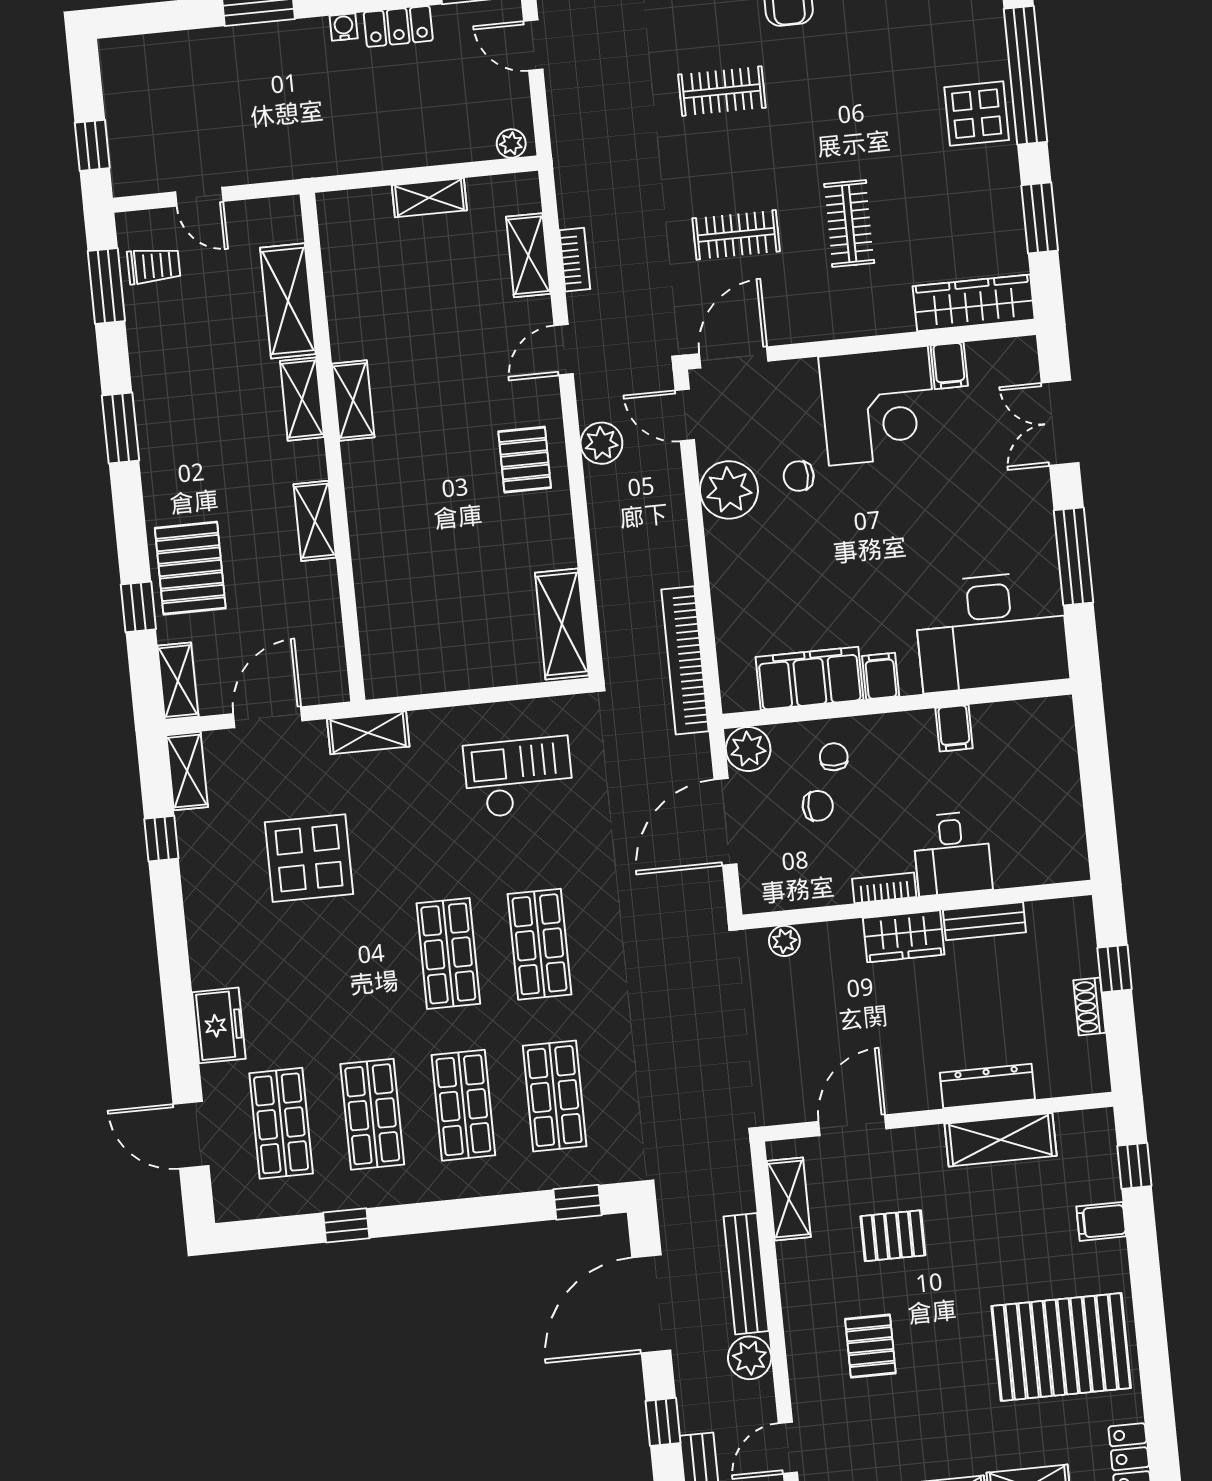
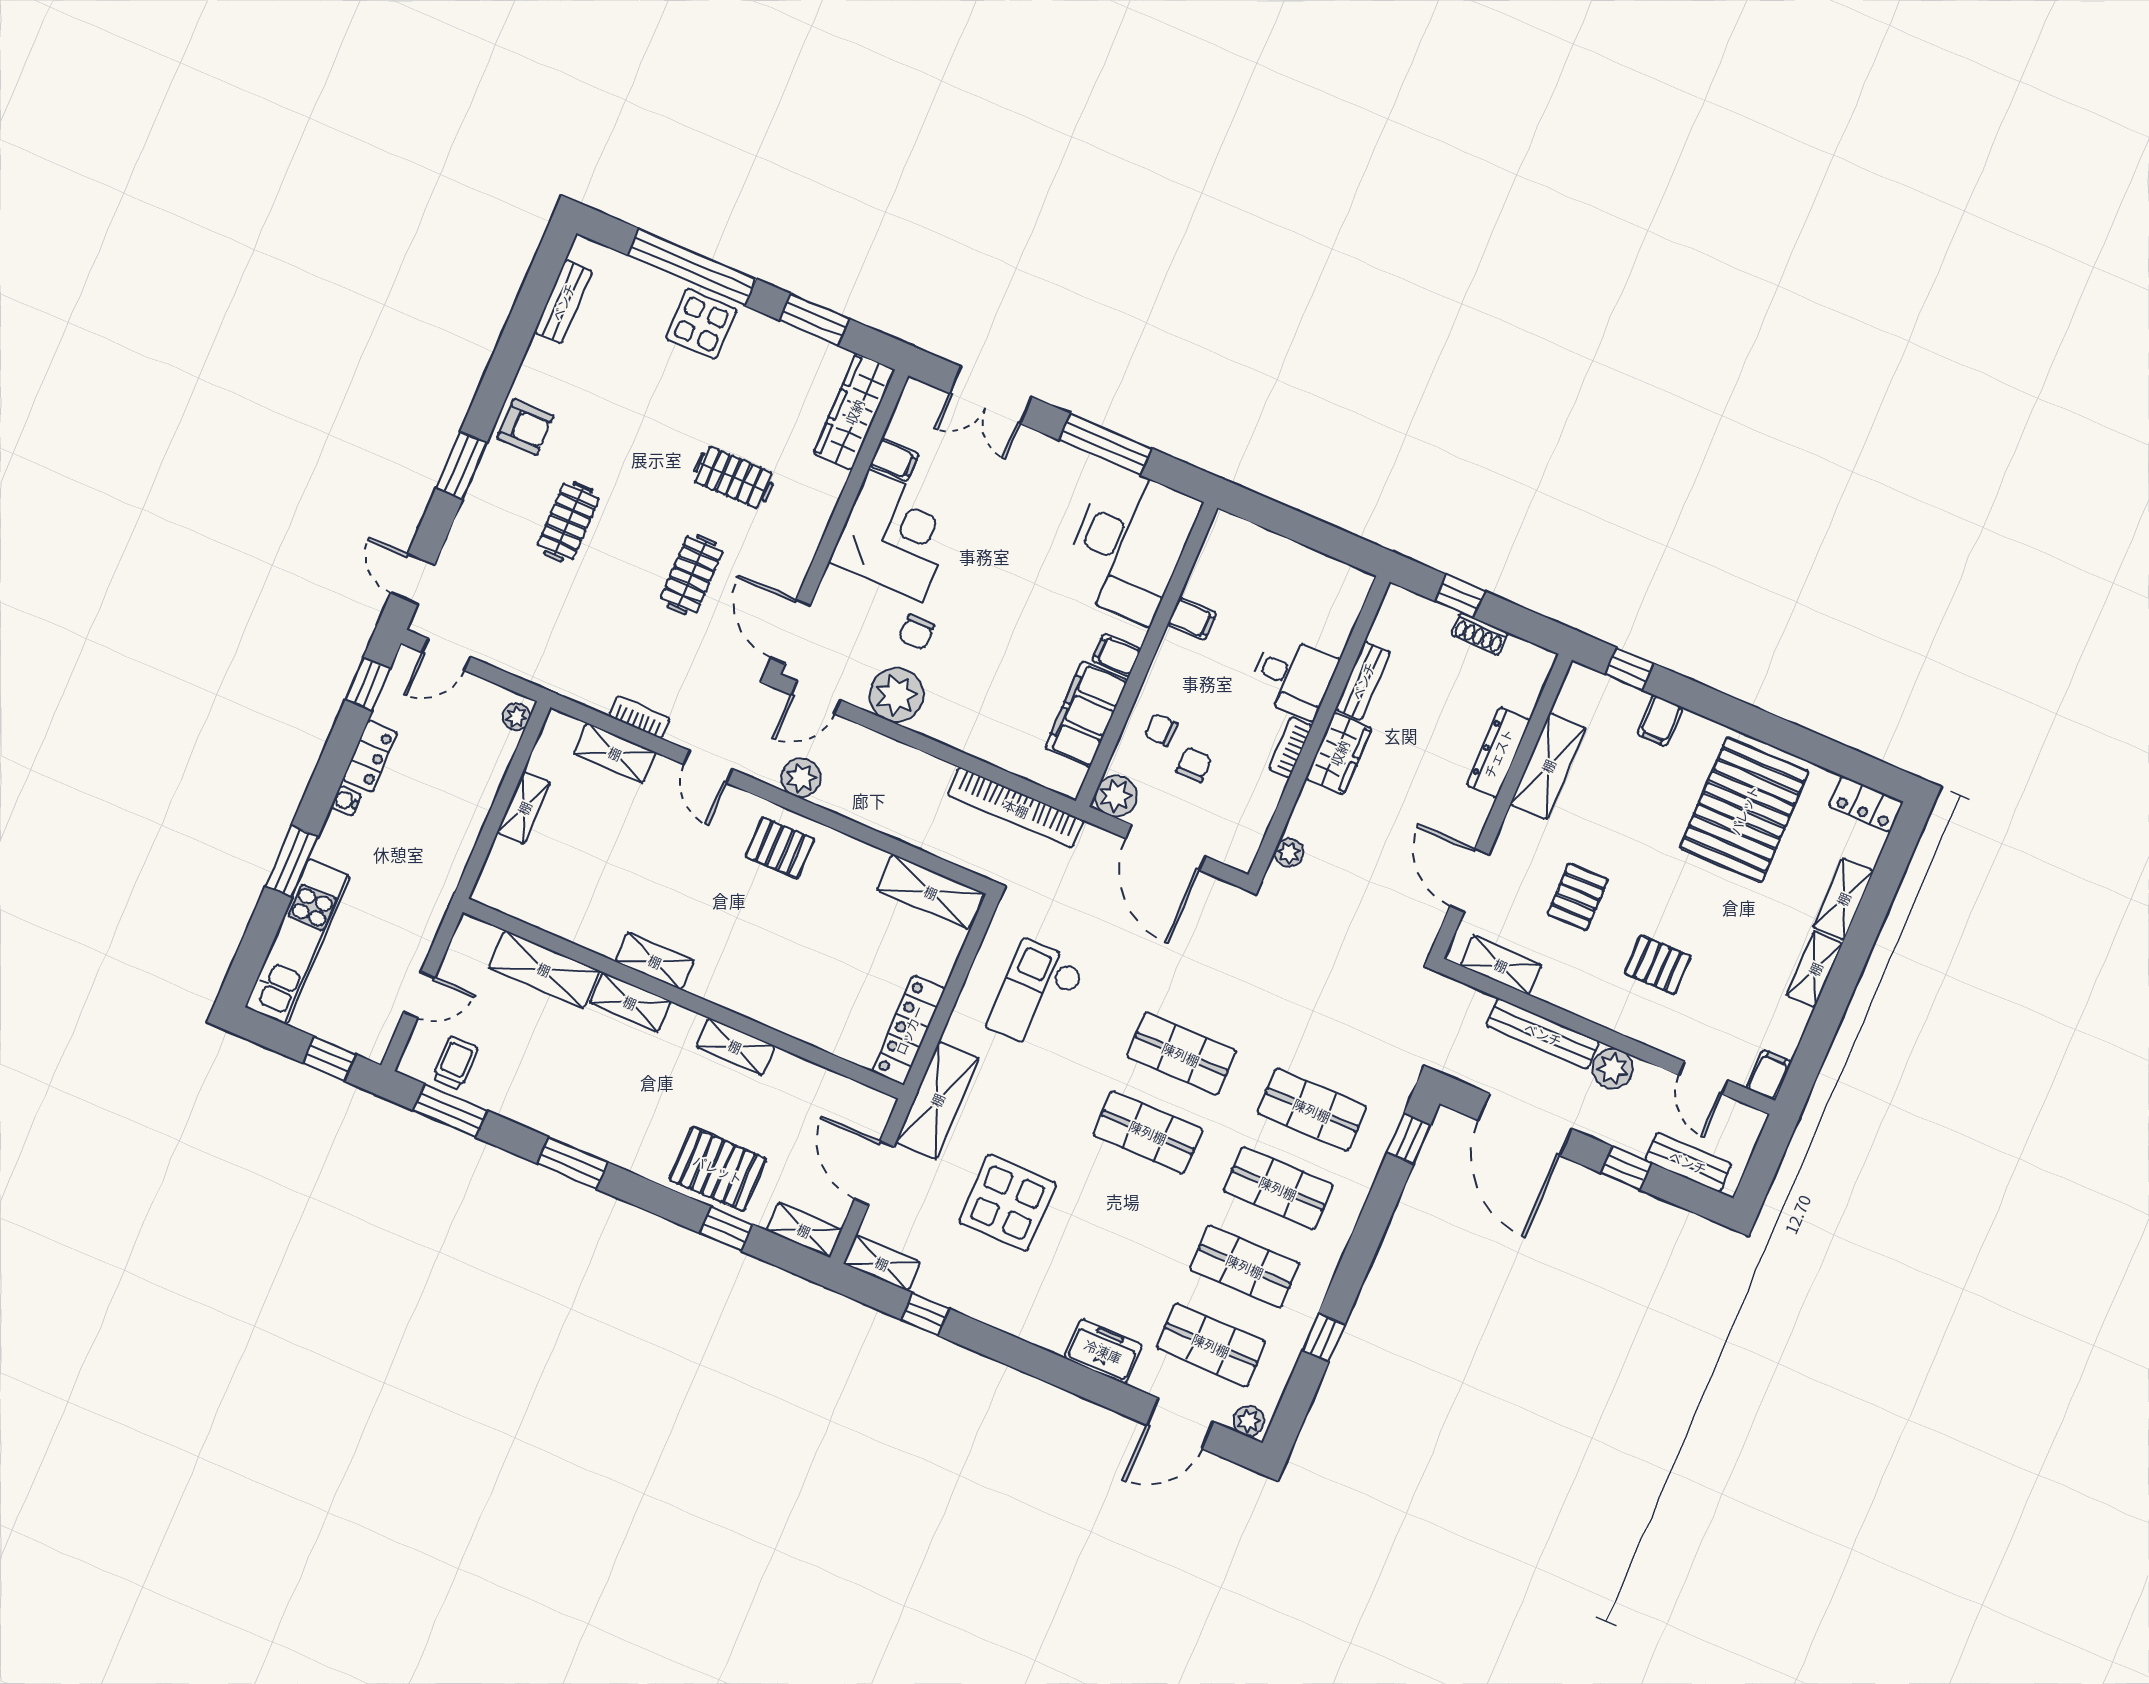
kitchen unit: (186, 55) -> (298, 942), added
locker: (420, 676) -> (909, 1030), added
shelving: (368, 733) -> (937, 1100), width x1.50, depth x1.33
plant: (229, 1198) -> (1249, 1421), added

